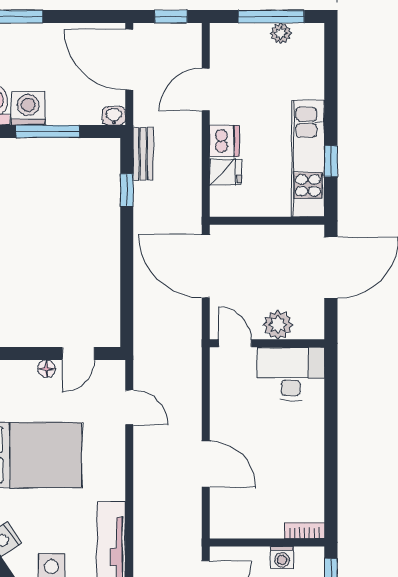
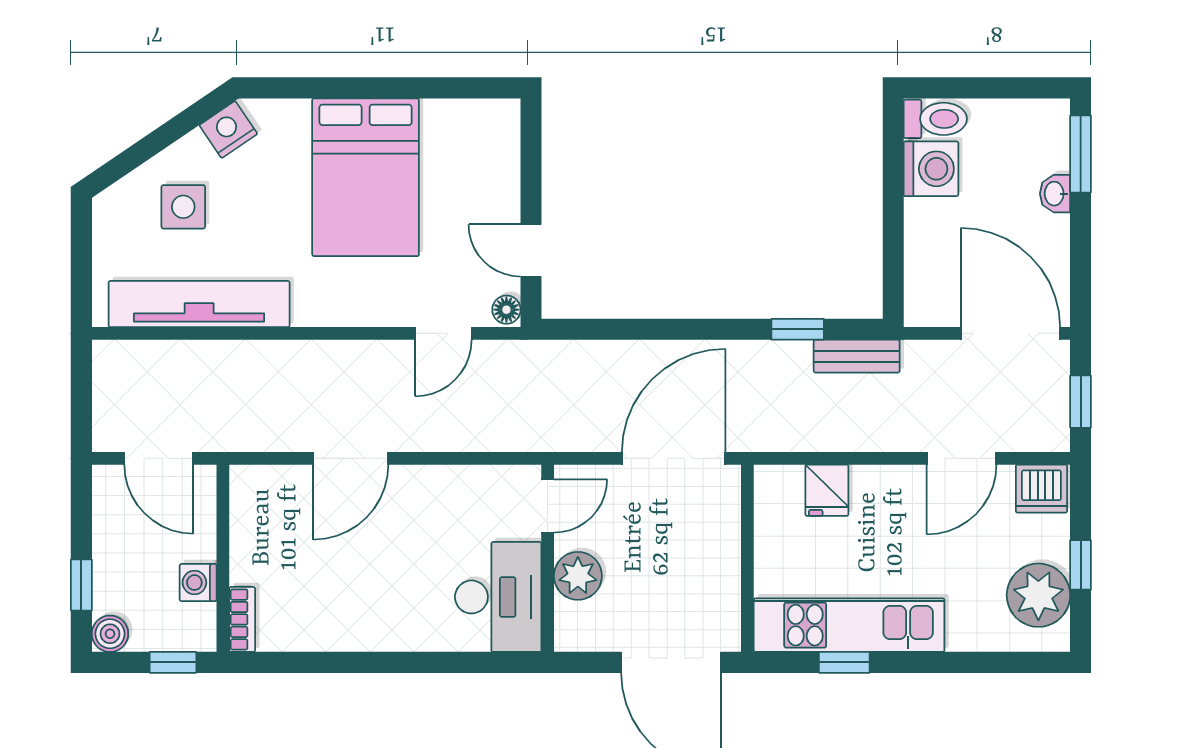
window: (271, 17) -> (1081, 565), width x0.46
plant: (281, 33) -> (1038, 595), width x1.87, depth x1.87
door: (129, 60) -> (1010, 333), hinge flipped
door: (206, 89) -> (962, 458), swing flipped
washbasin: (114, 116) -> (1055, 194), moved, turned 180
window: (48, 131) -> (893, 201), removed
dishwasher: (224, 141) -> (1041, 489), moved
floor lamp: (46, 369) -> (506, 310), moved

